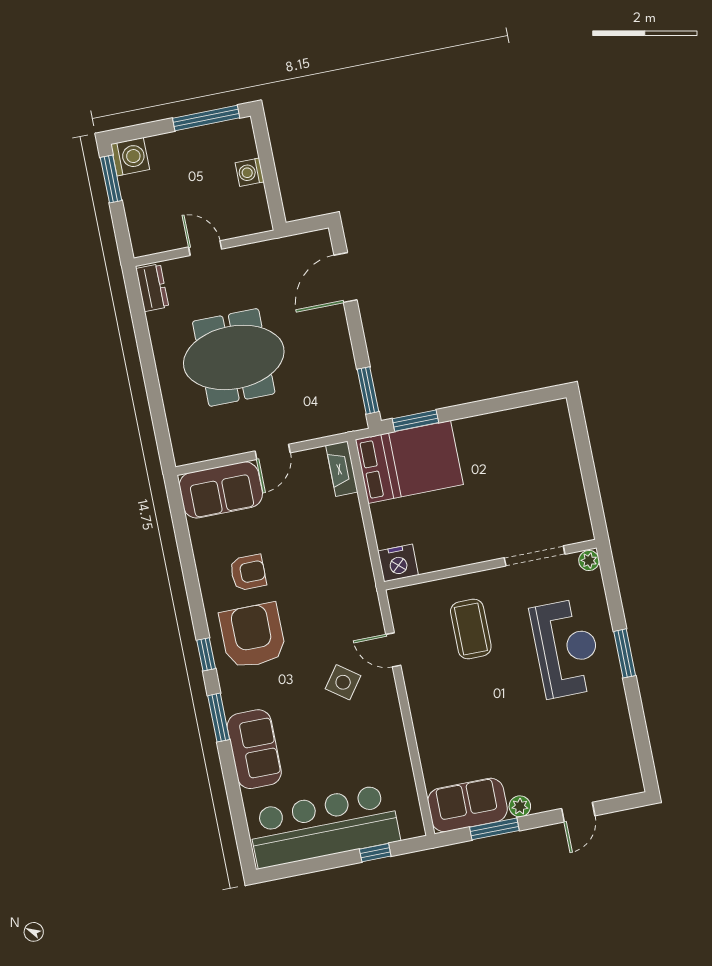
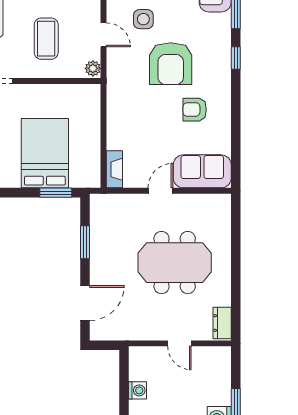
window: (368, 390) -> (85, 242), moved
bed: (409, 462) -> (45, 153), moved, turned 90
nightstand: (398, 563) -> (88, 95), removed
plant: (399, 601) -> (93, 68), added
armchair: (253, 636) -> (171, 64), moved
side table: (343, 682) -> (143, 19), turned -36

